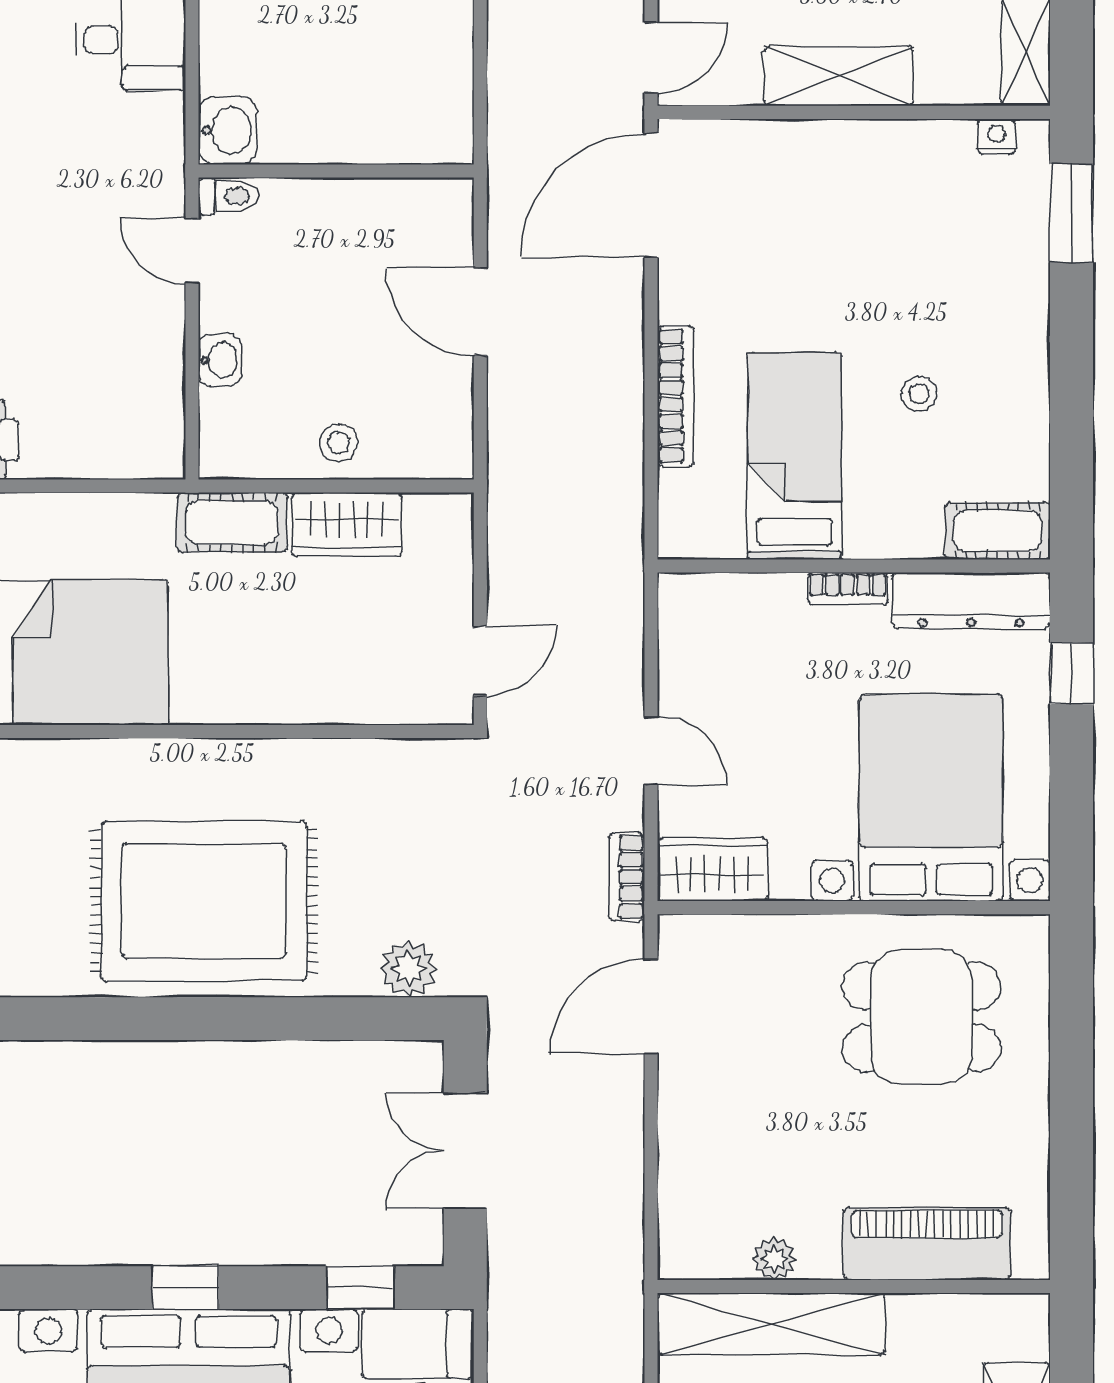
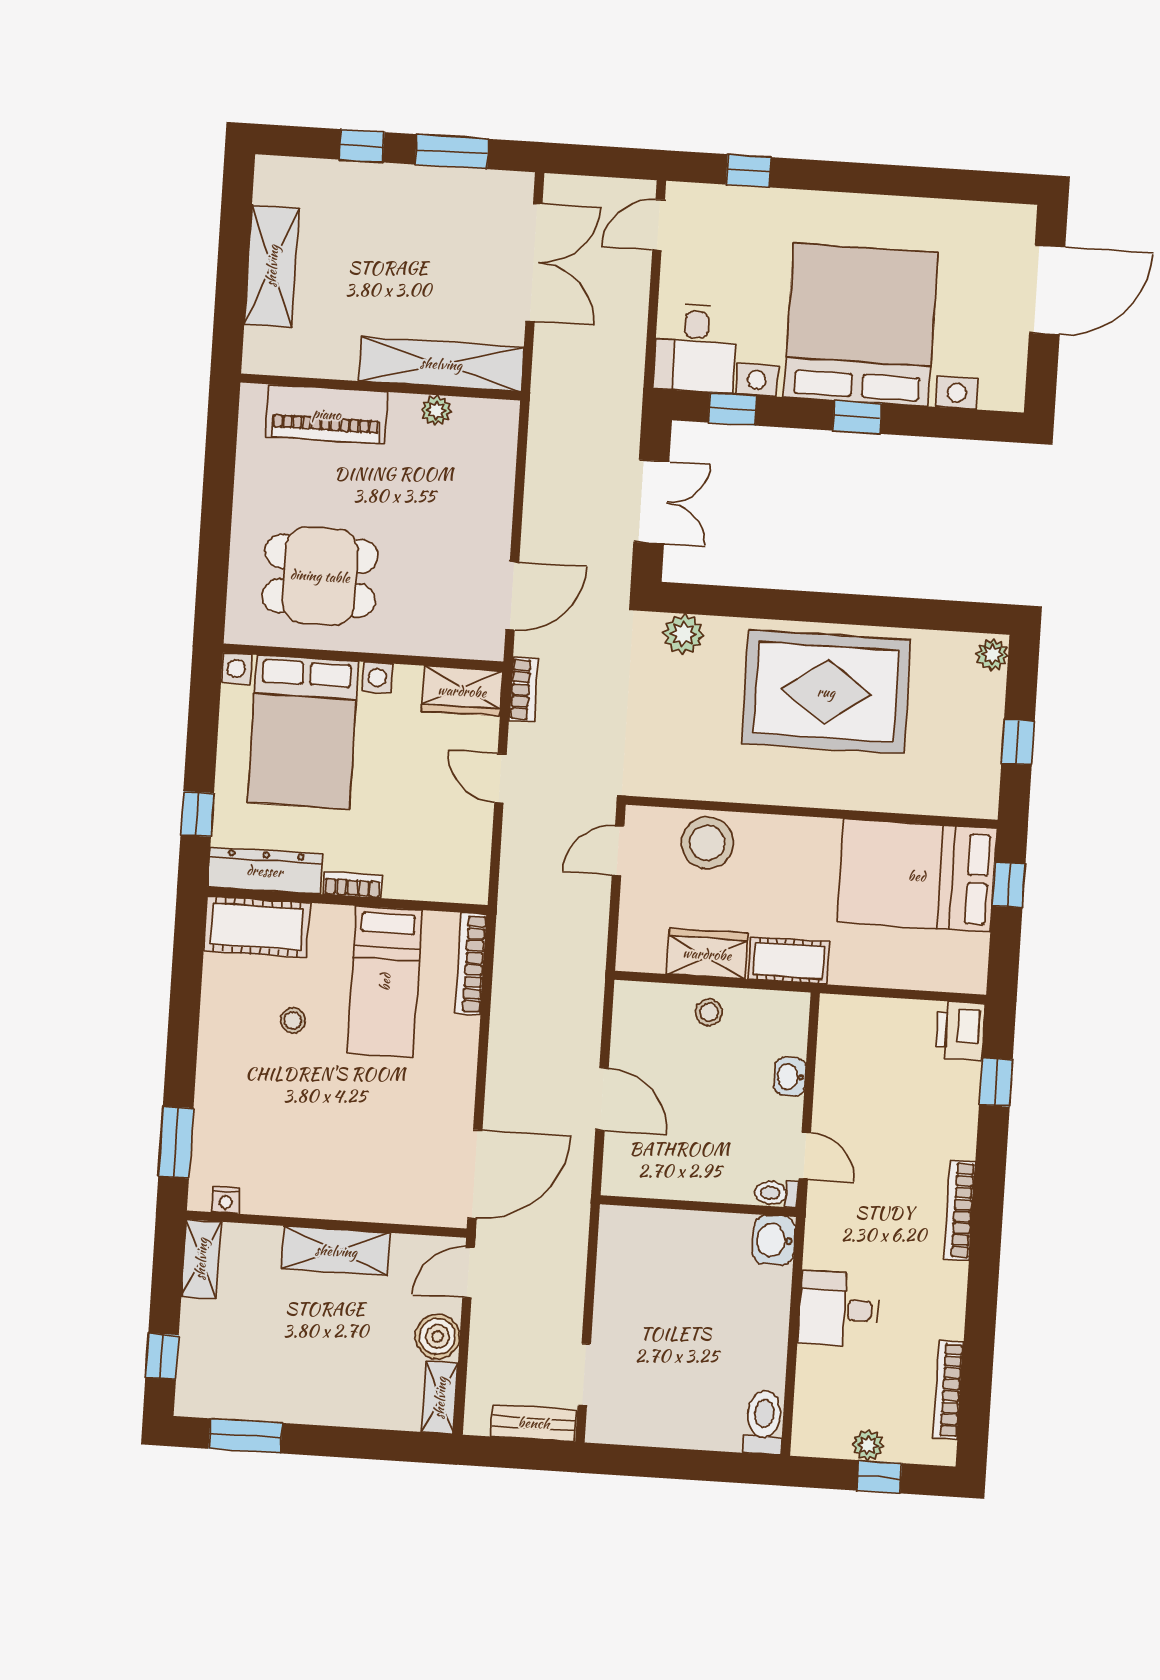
bookcase: (675, 396) -> (471, 964), moved
cot: (998, 531) -> (257, 927), width x1.37, depth x1.34
stool: (356, 679) -> (707, 843), added

